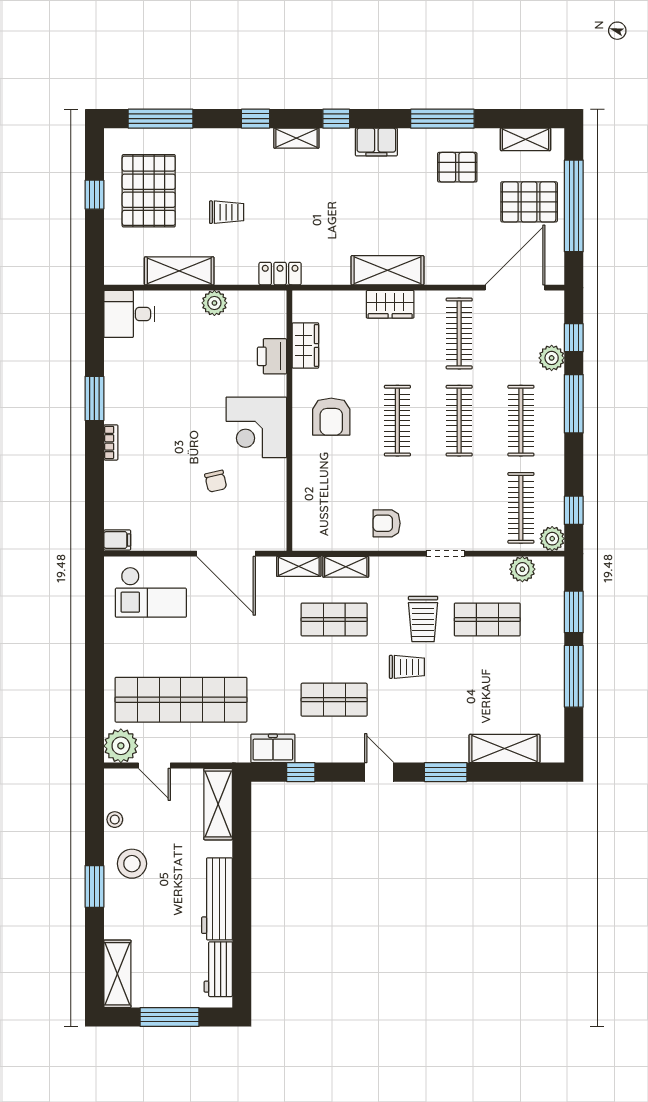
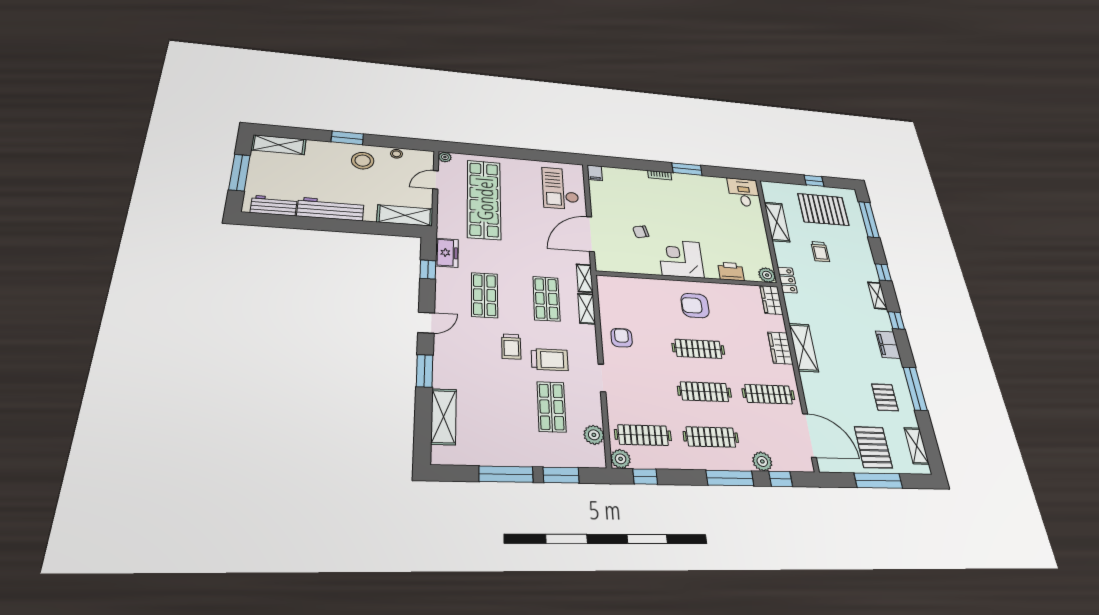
window: (574, 206) -> (878, 481), width x0.68
plant: (214, 303) -> (767, 275), moved
wardrobe: (305, 346) -> (771, 300), moved, turned 90
trolley: (423, 619) -> (550, 360), turned 180
plant: (121, 746) -> (445, 157), width x0.53, depth x0.53

